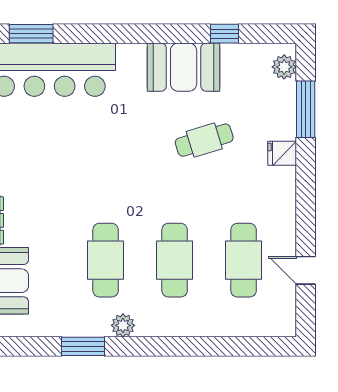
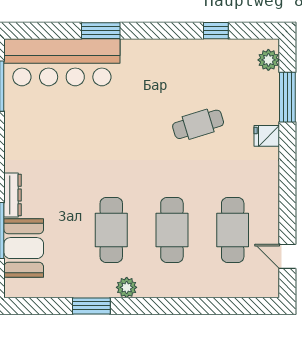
window: (31, 34) -> (101, 31), moved
booth: (184, 67) -> (180, 60), removed
door: (306, 270) -> (287, 256), moved

